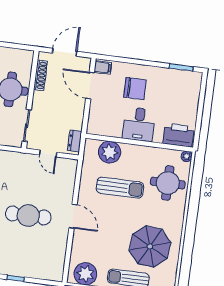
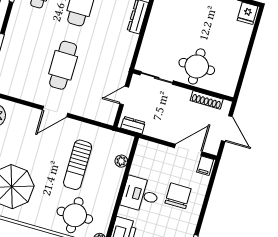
chair: (135, 89) -> (178, 196), turned 180
plant: (110, 152) -> (121, 161), width x0.53, depth x0.53

